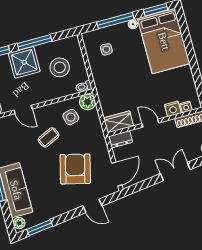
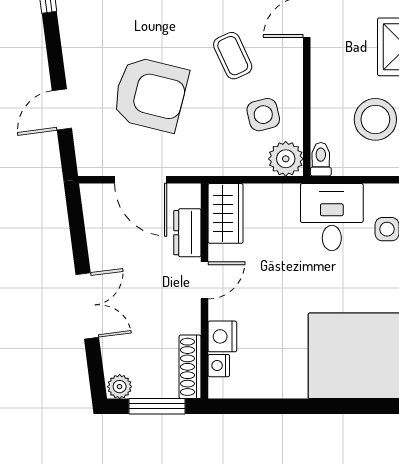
desk: (108, 75) -> (332, 217), added
dresser: (120, 139) -> (187, 233), moved
door: (117, 174) -> (141, 180), moved

